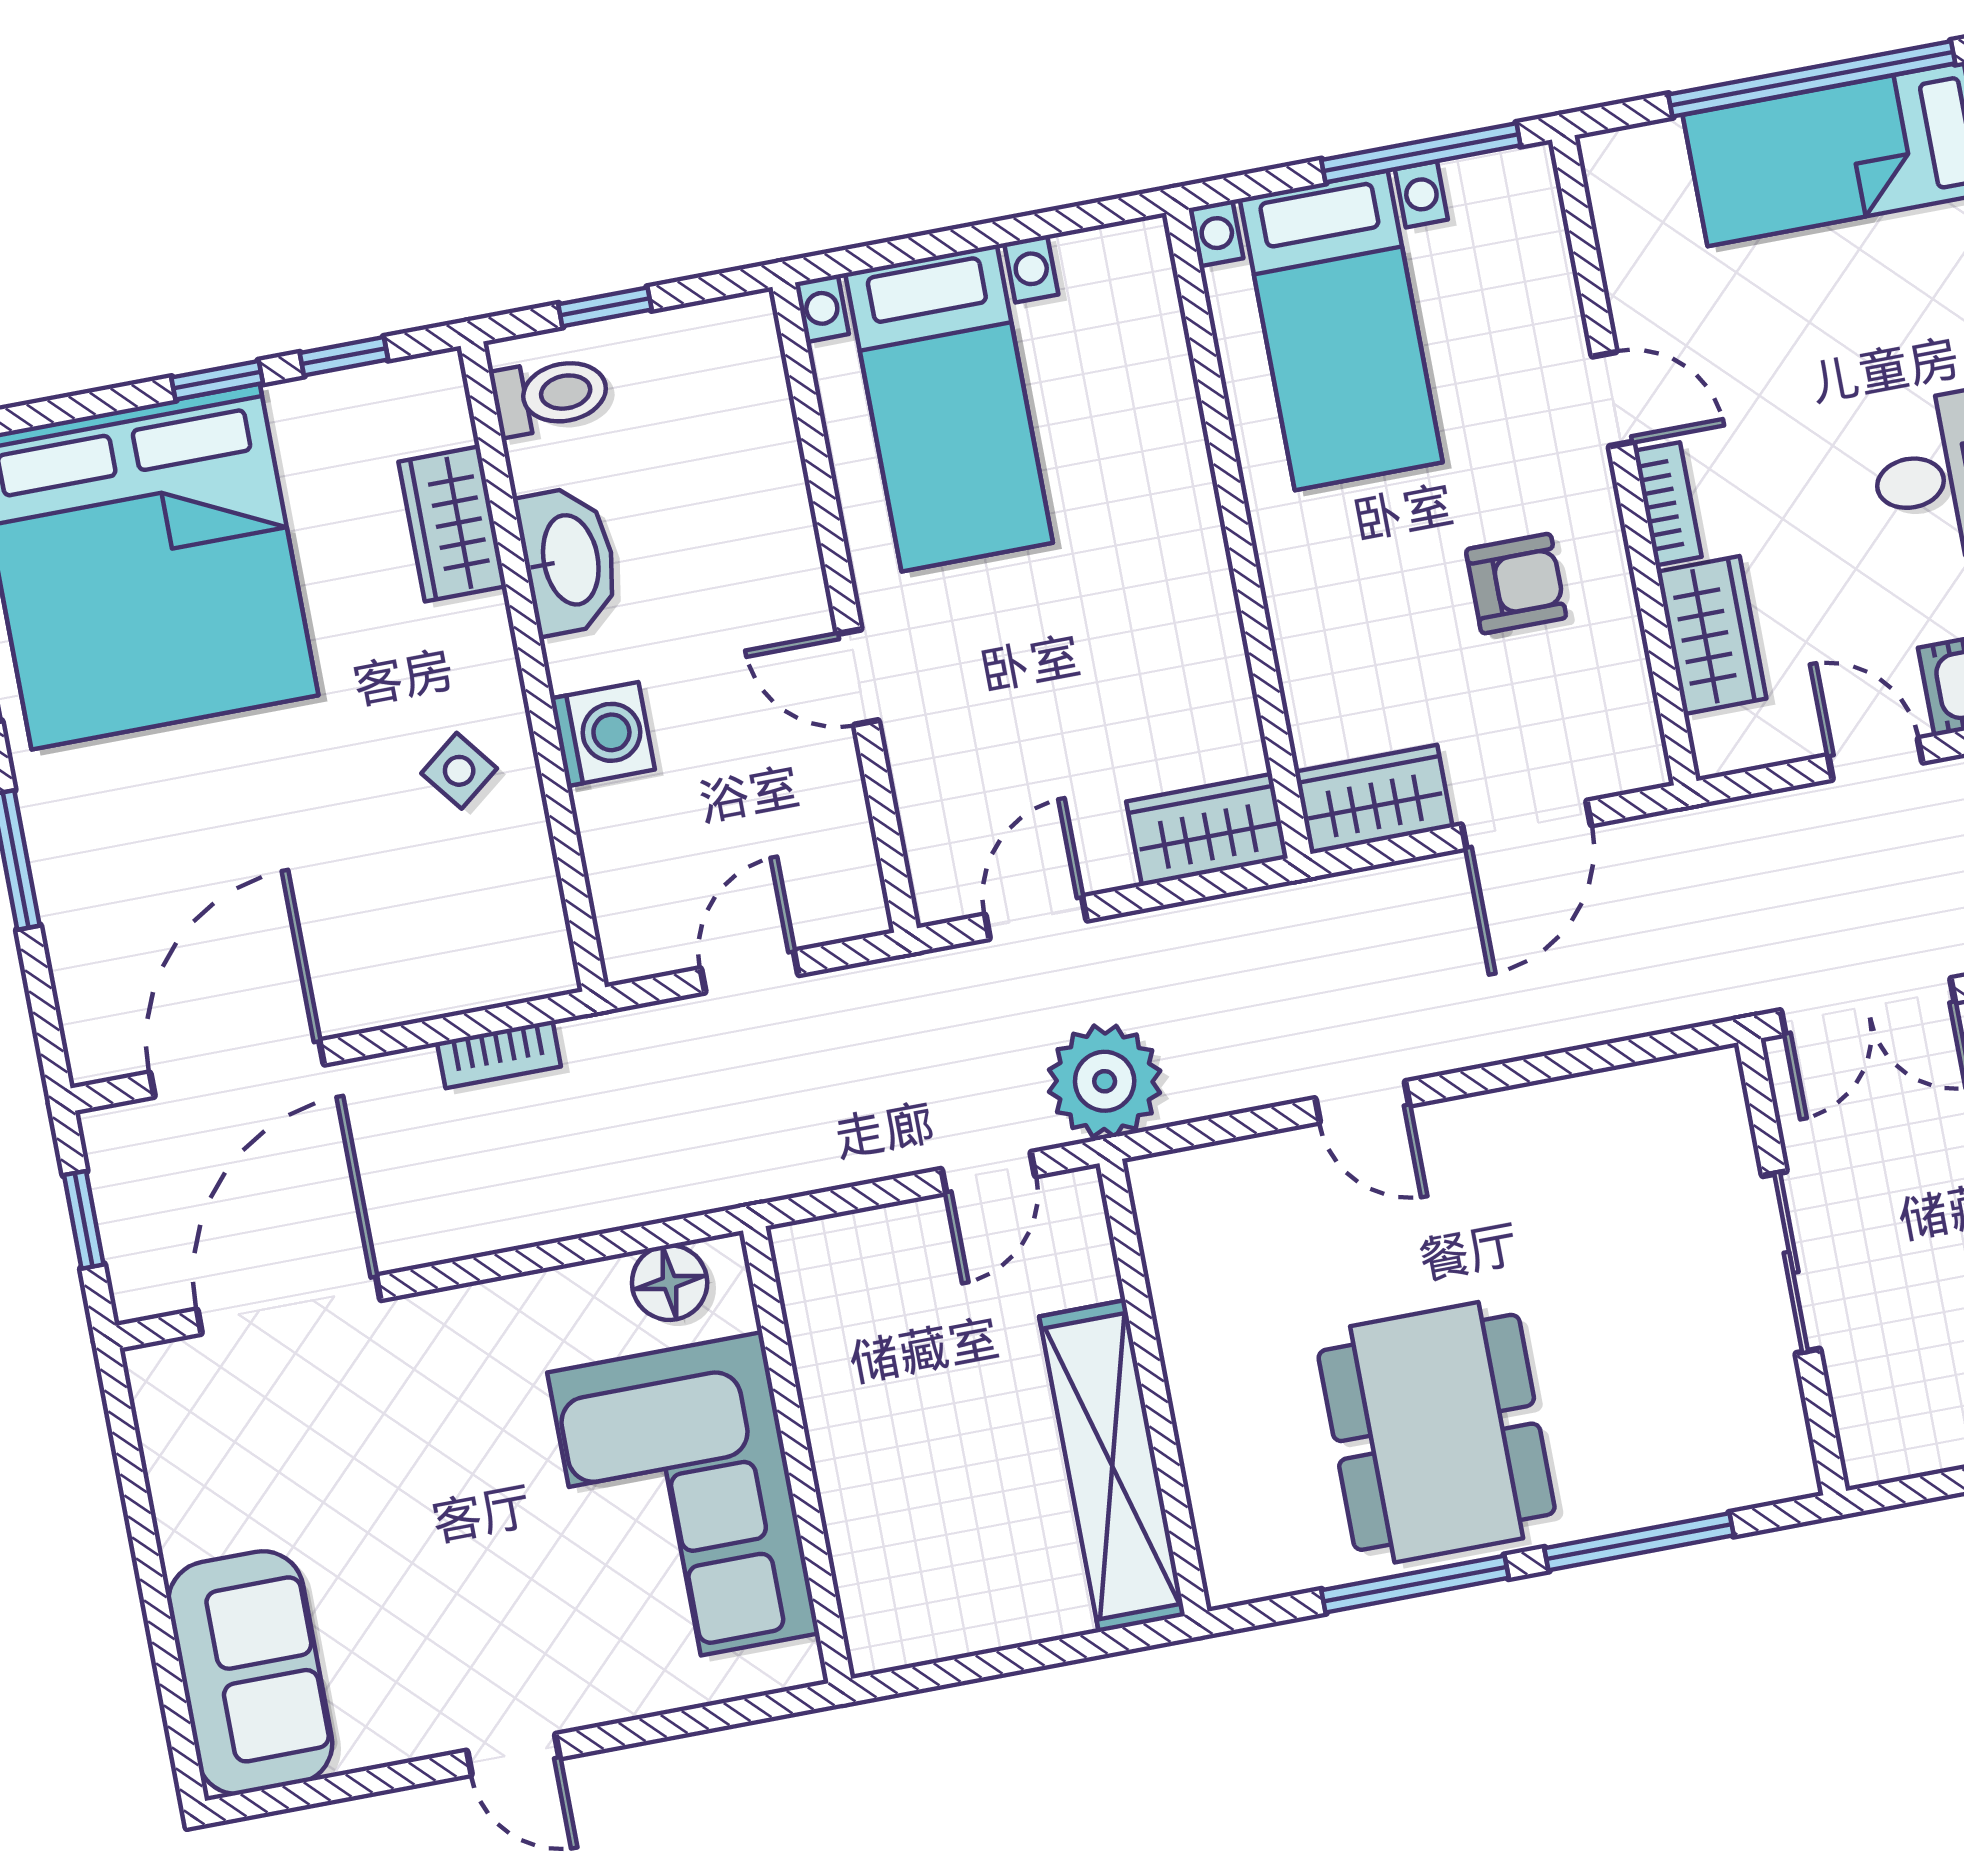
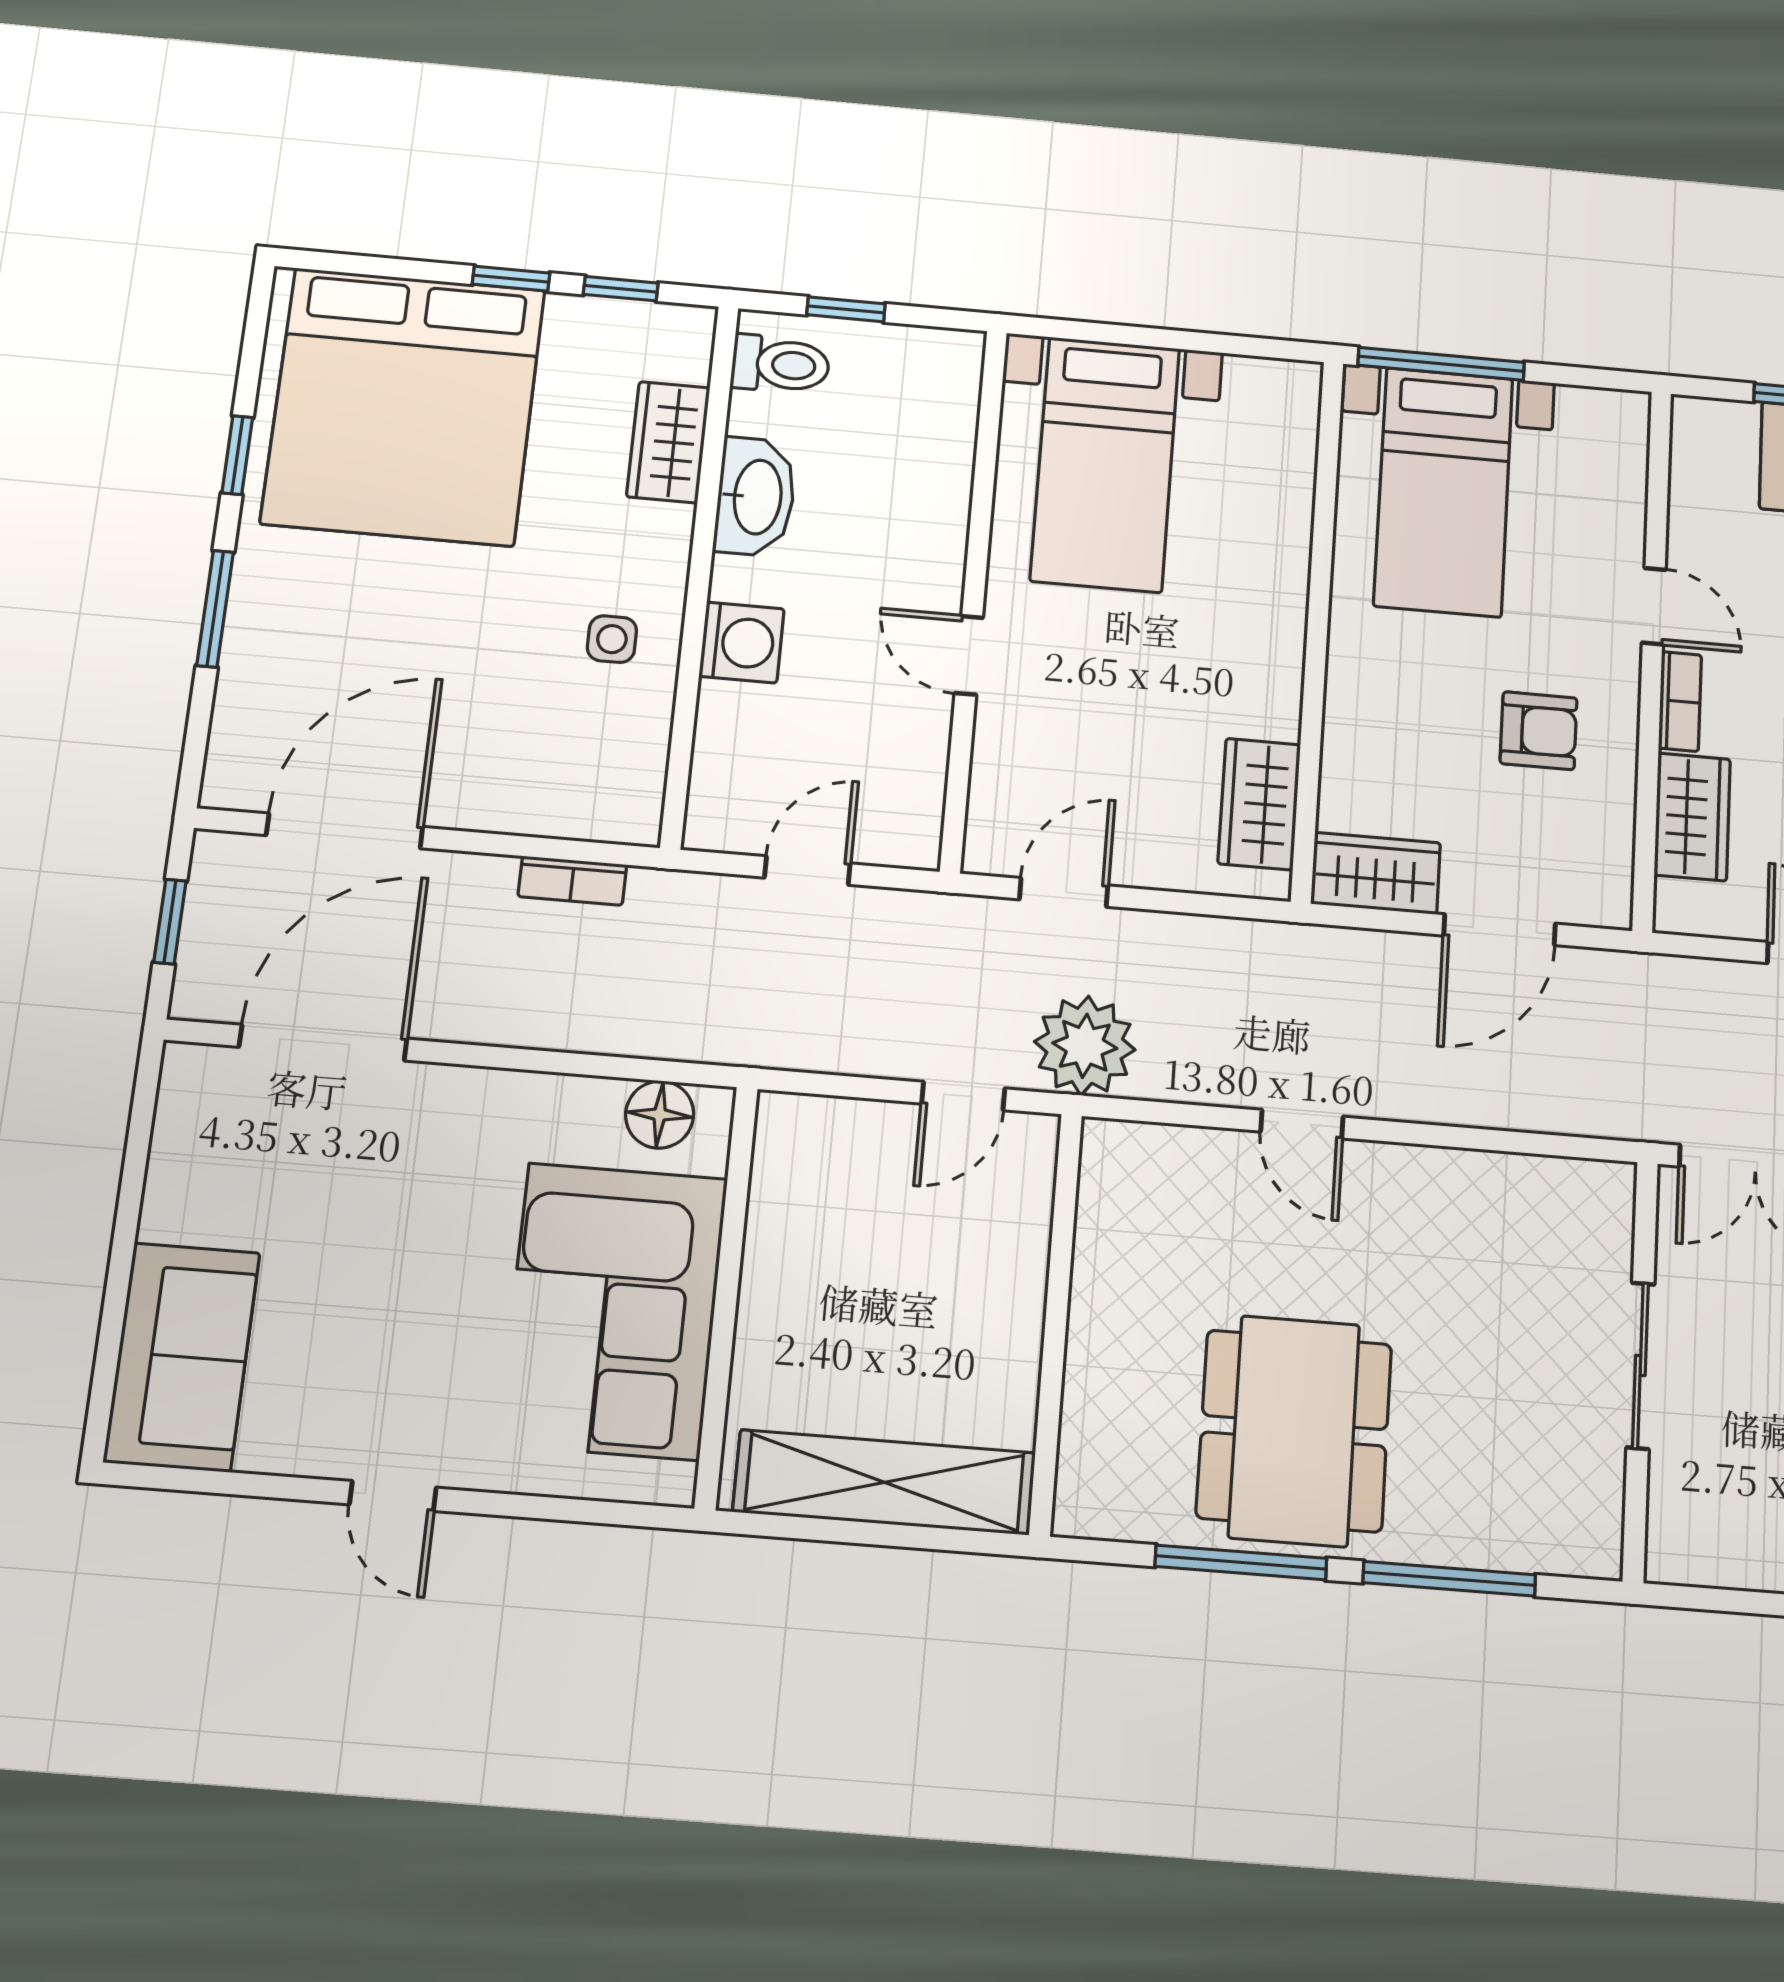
window: (1421, 153) -> (1441, 364), moved
side table: (459, 771) -> (612, 639), turned 38
wardrobe: (1207, 830) -> (1259, 804), moved, turned -90
shelving: (1112, 1466) -> (885, 1482), moved, turned 90

